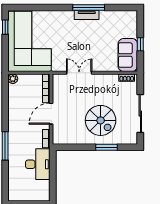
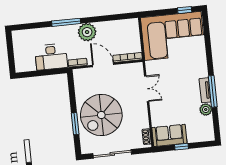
plant: (106, 16) -> (206, 110), added
plant: (13, 79) -> (87, 32), moved, width x1.87, depth x1.87
spiral stairs: (101, 120) -> (101, 115), width x1.37, depth x1.37

